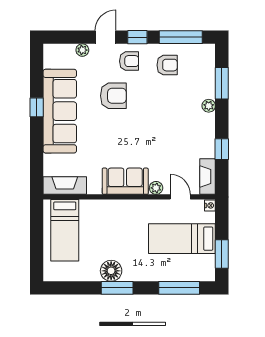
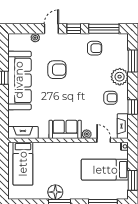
armchair: (129, 61) -> (110, 98), moved
plant: (209, 106) -> (120, 77), width x1.87, depth x1.87

